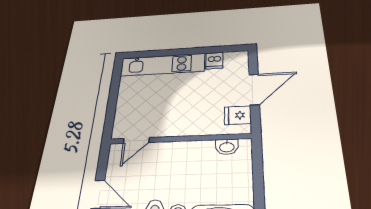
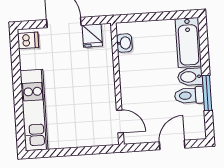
dishwasher: (214, 61) -> (28, 40), moved

